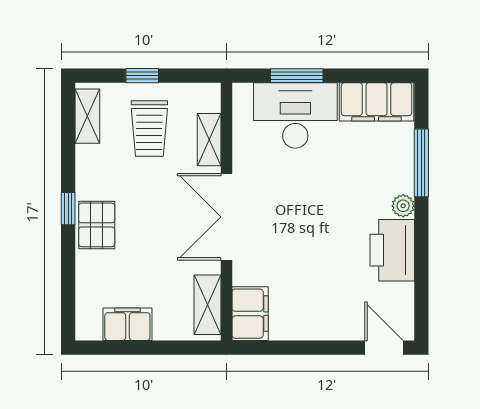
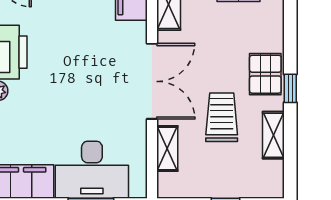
shelving: (87, 116) -> (273, 135), moved
trolley: (149, 128) -> (222, 117), moved

